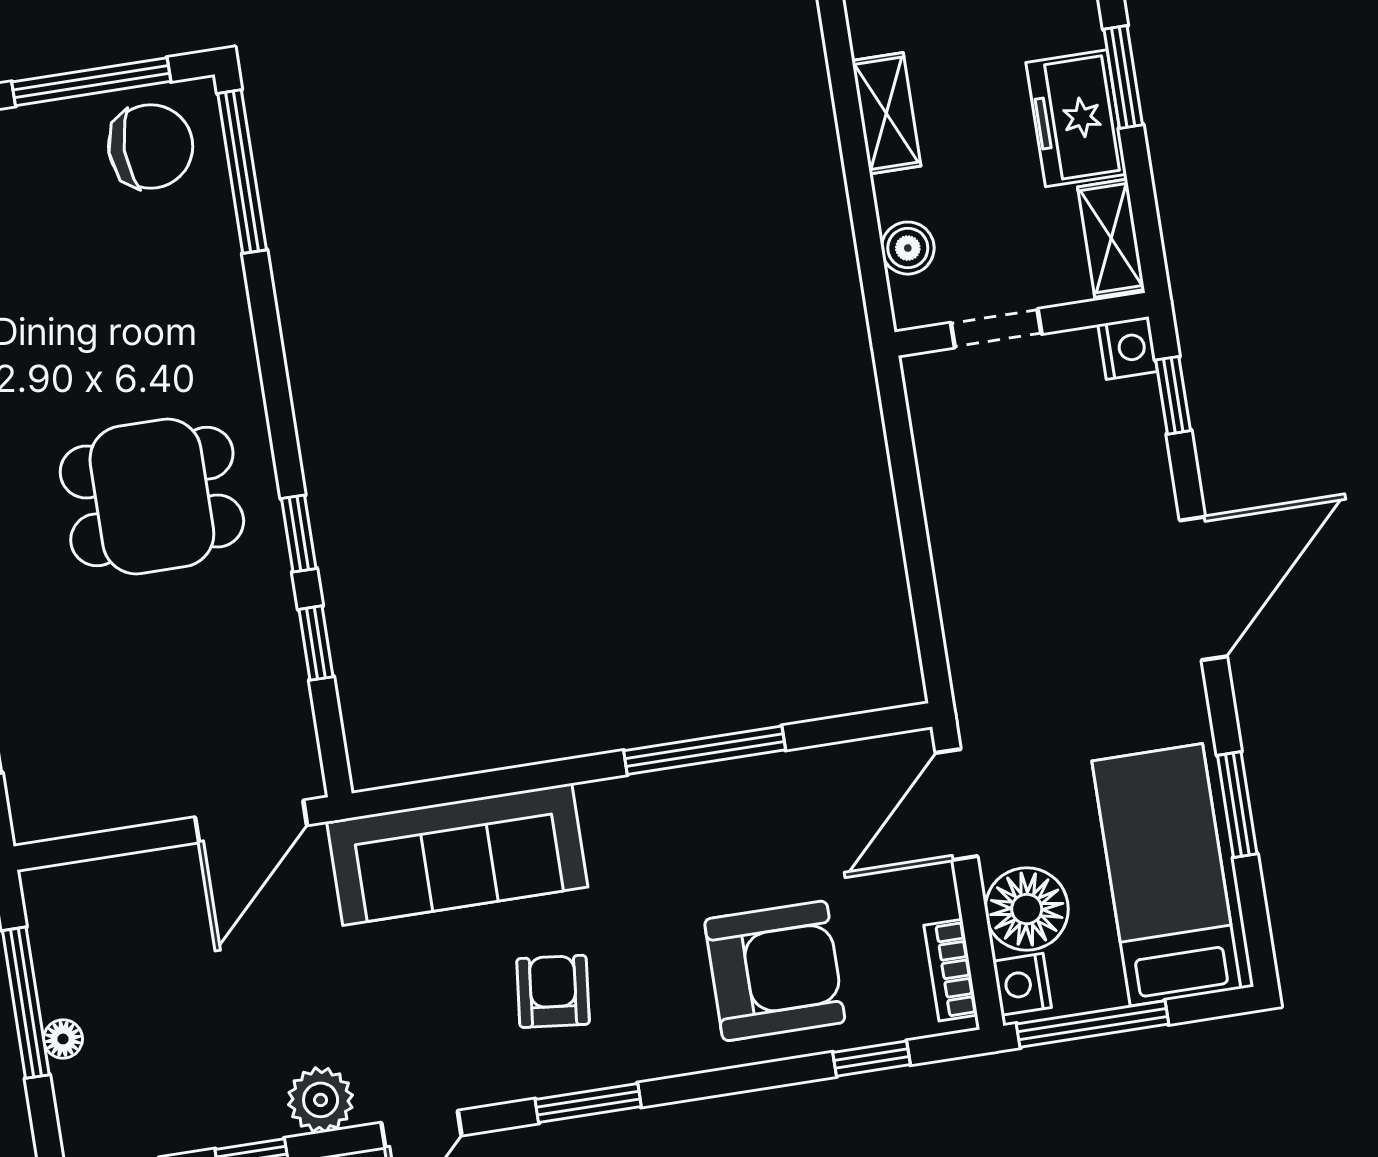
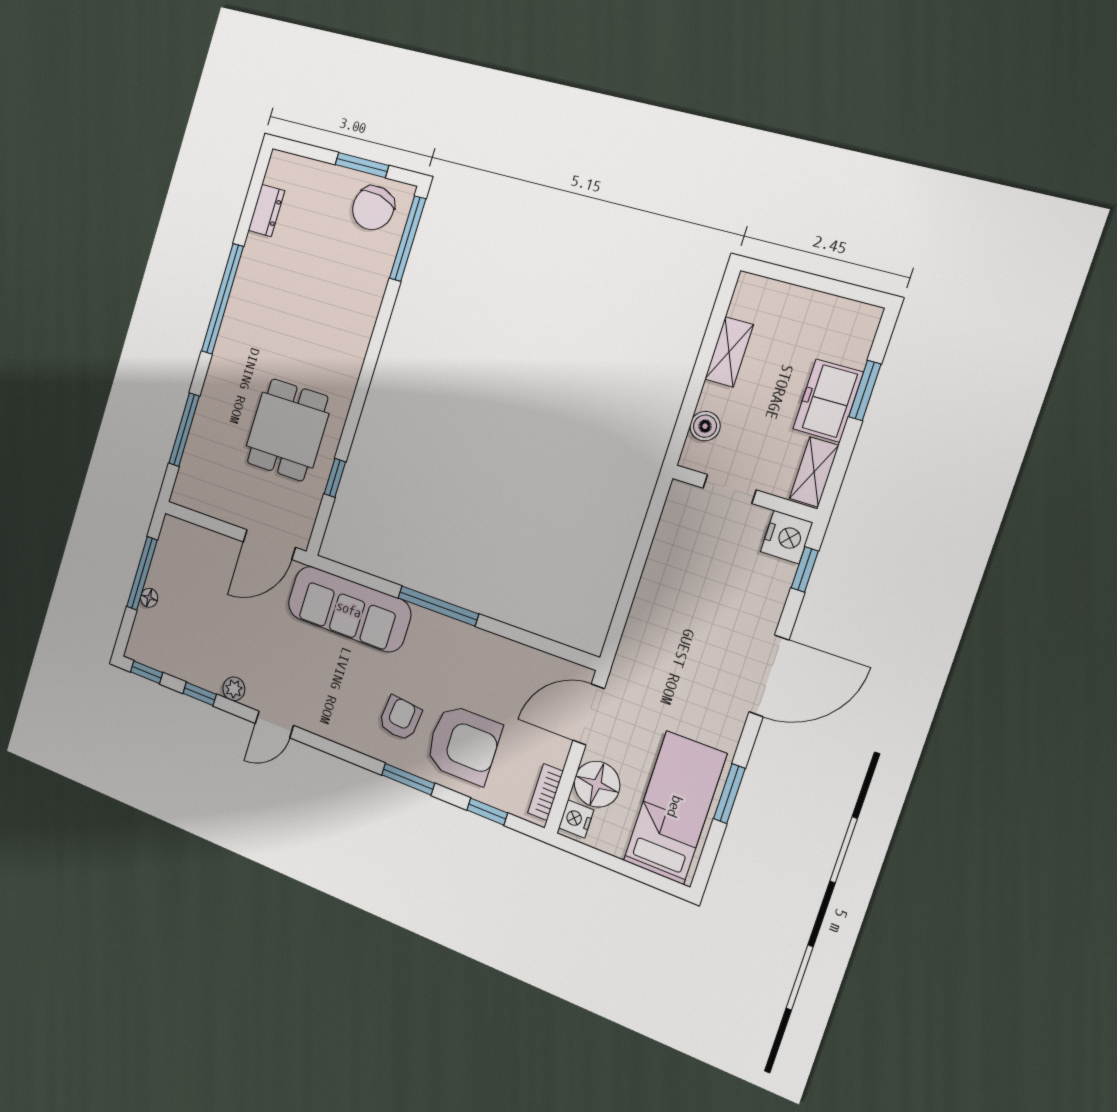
window: (91, 82) -> (362, 165), width x0.69
chair: (151, 146) -> (373, 208), turned 103
nightstand: (1128, 348) -> (787, 537), width x1.36, depth x1.33
dining table: (152, 496) -> (287, 430), moved, turned 90
window: (299, 534) -> (352, 423), removed
window: (705, 750) -> (438, 606), moved
armchair: (553, 991) -> (400, 718), moved
window: (1092, 1024) -> (601, 858), removed
plant: (321, 1100) -> (234, 689), width x0.73, depth x0.73
window: (588, 1103) -> (408, 779), moved

